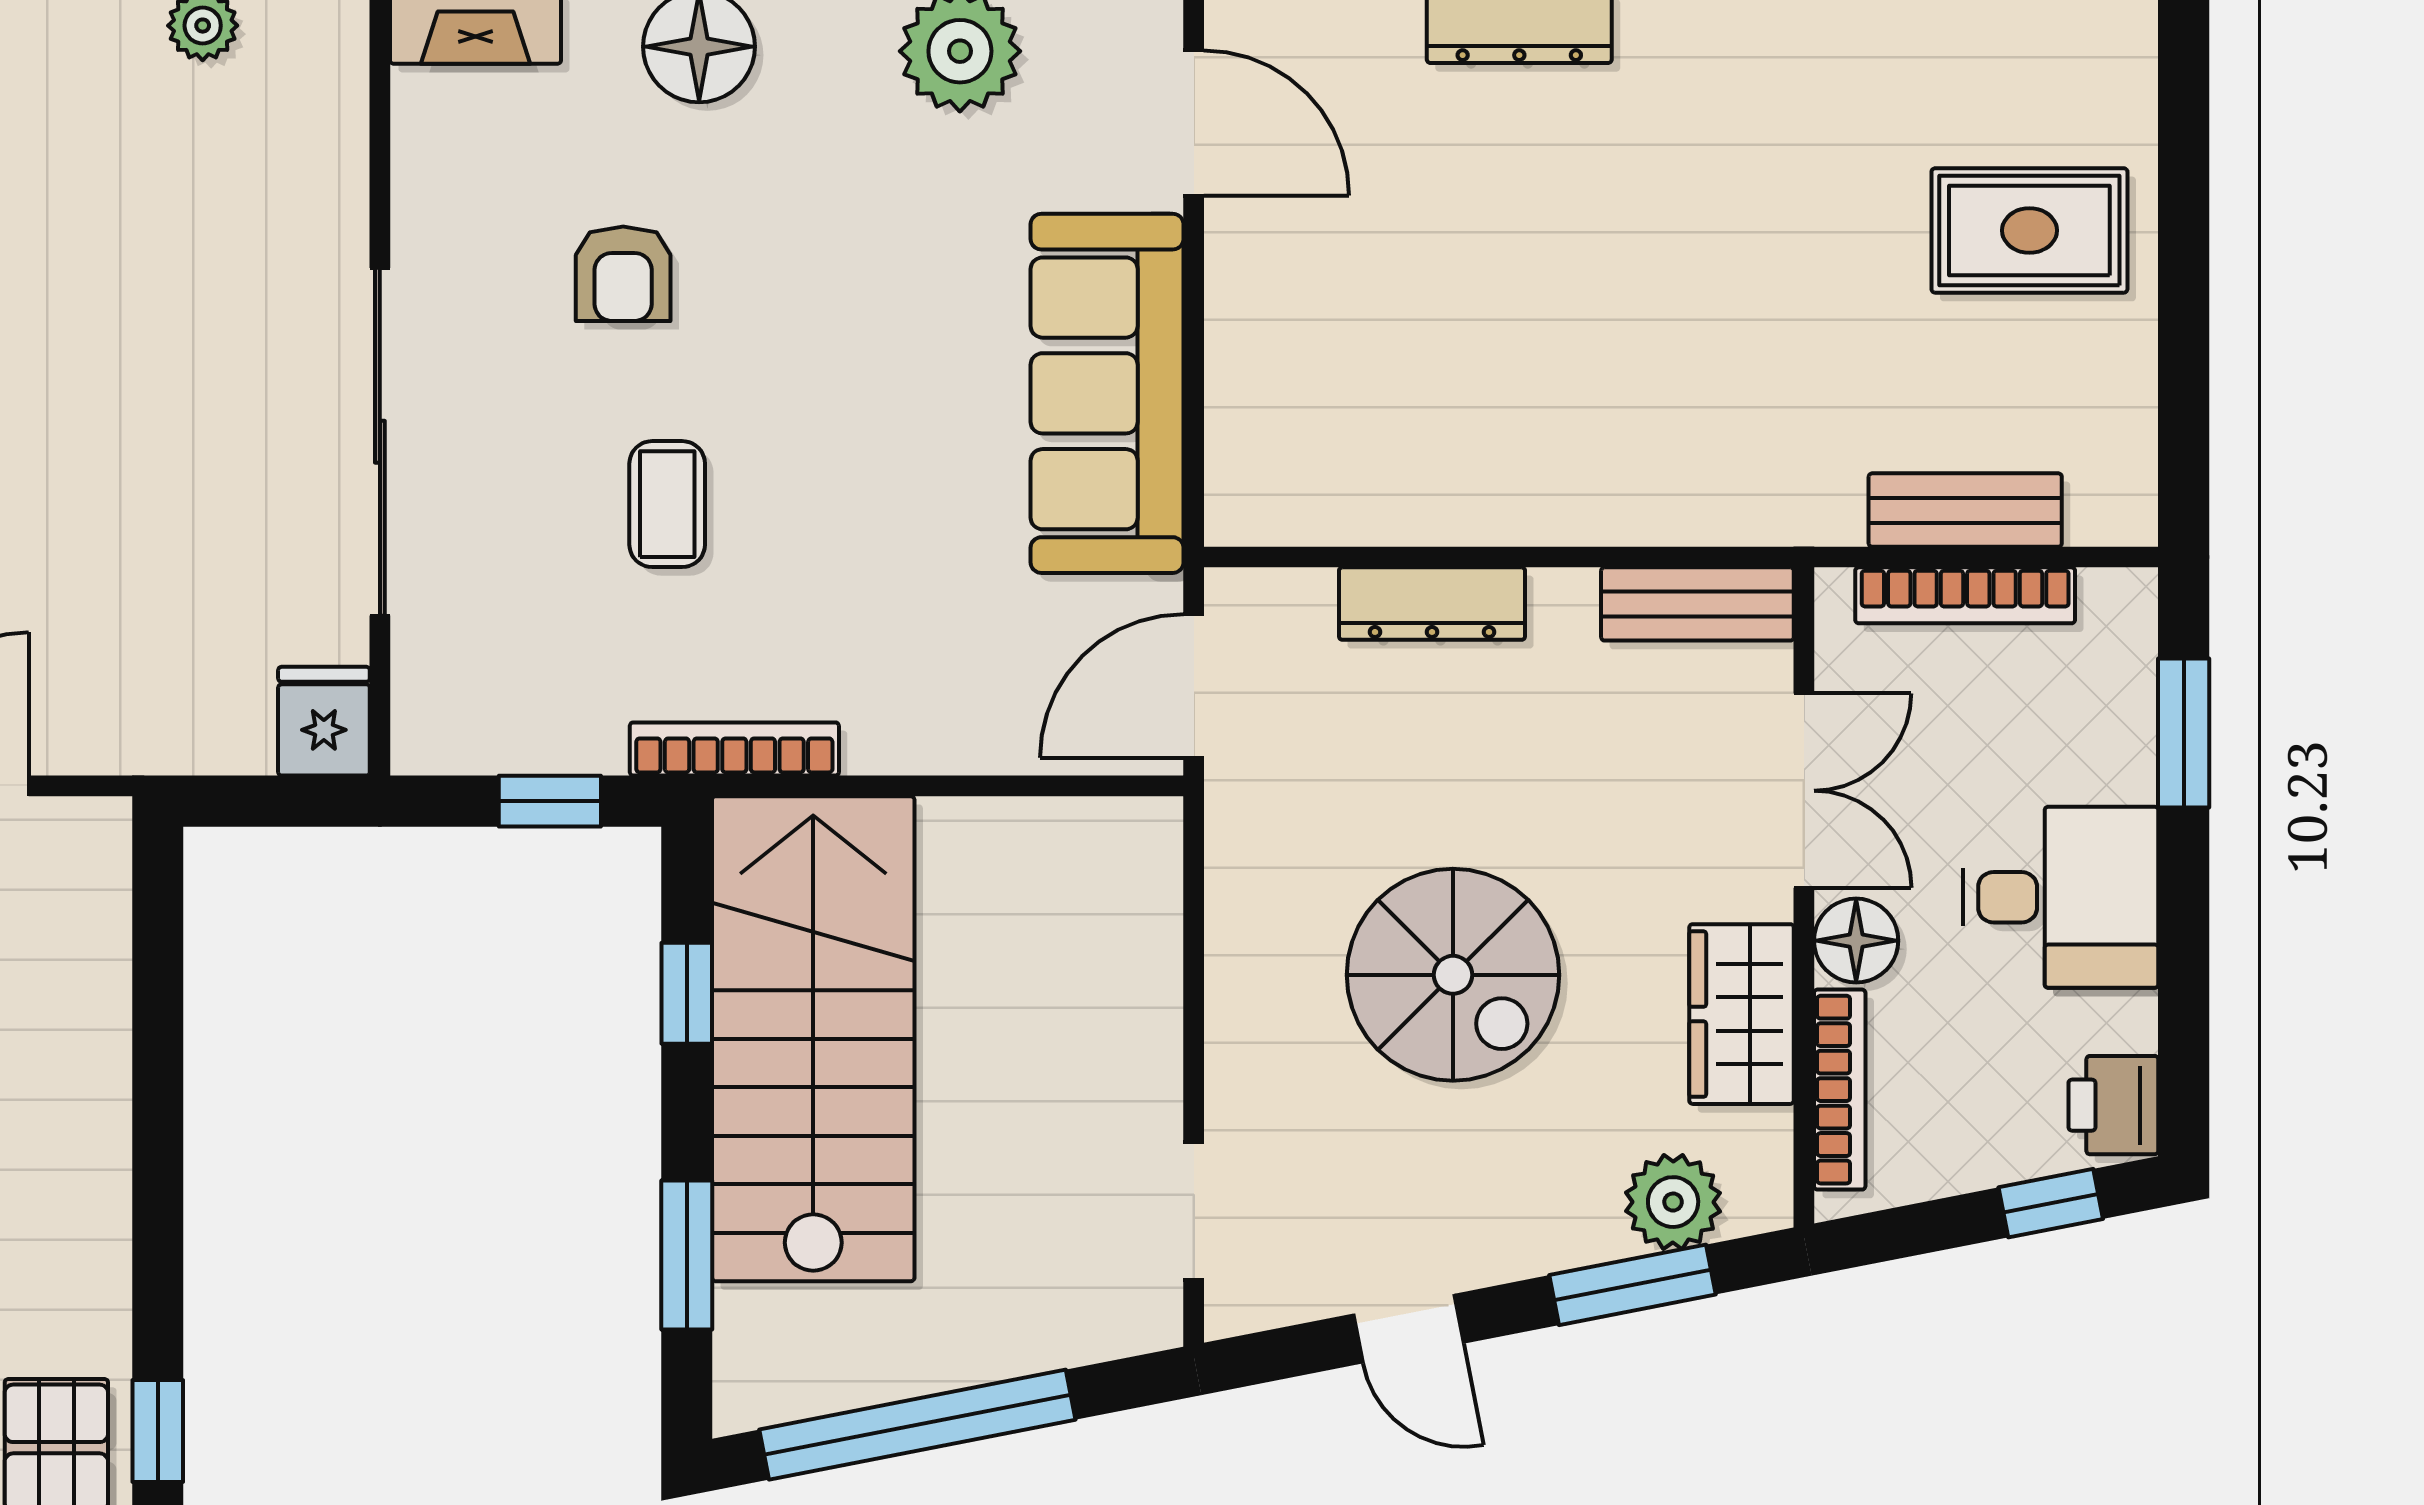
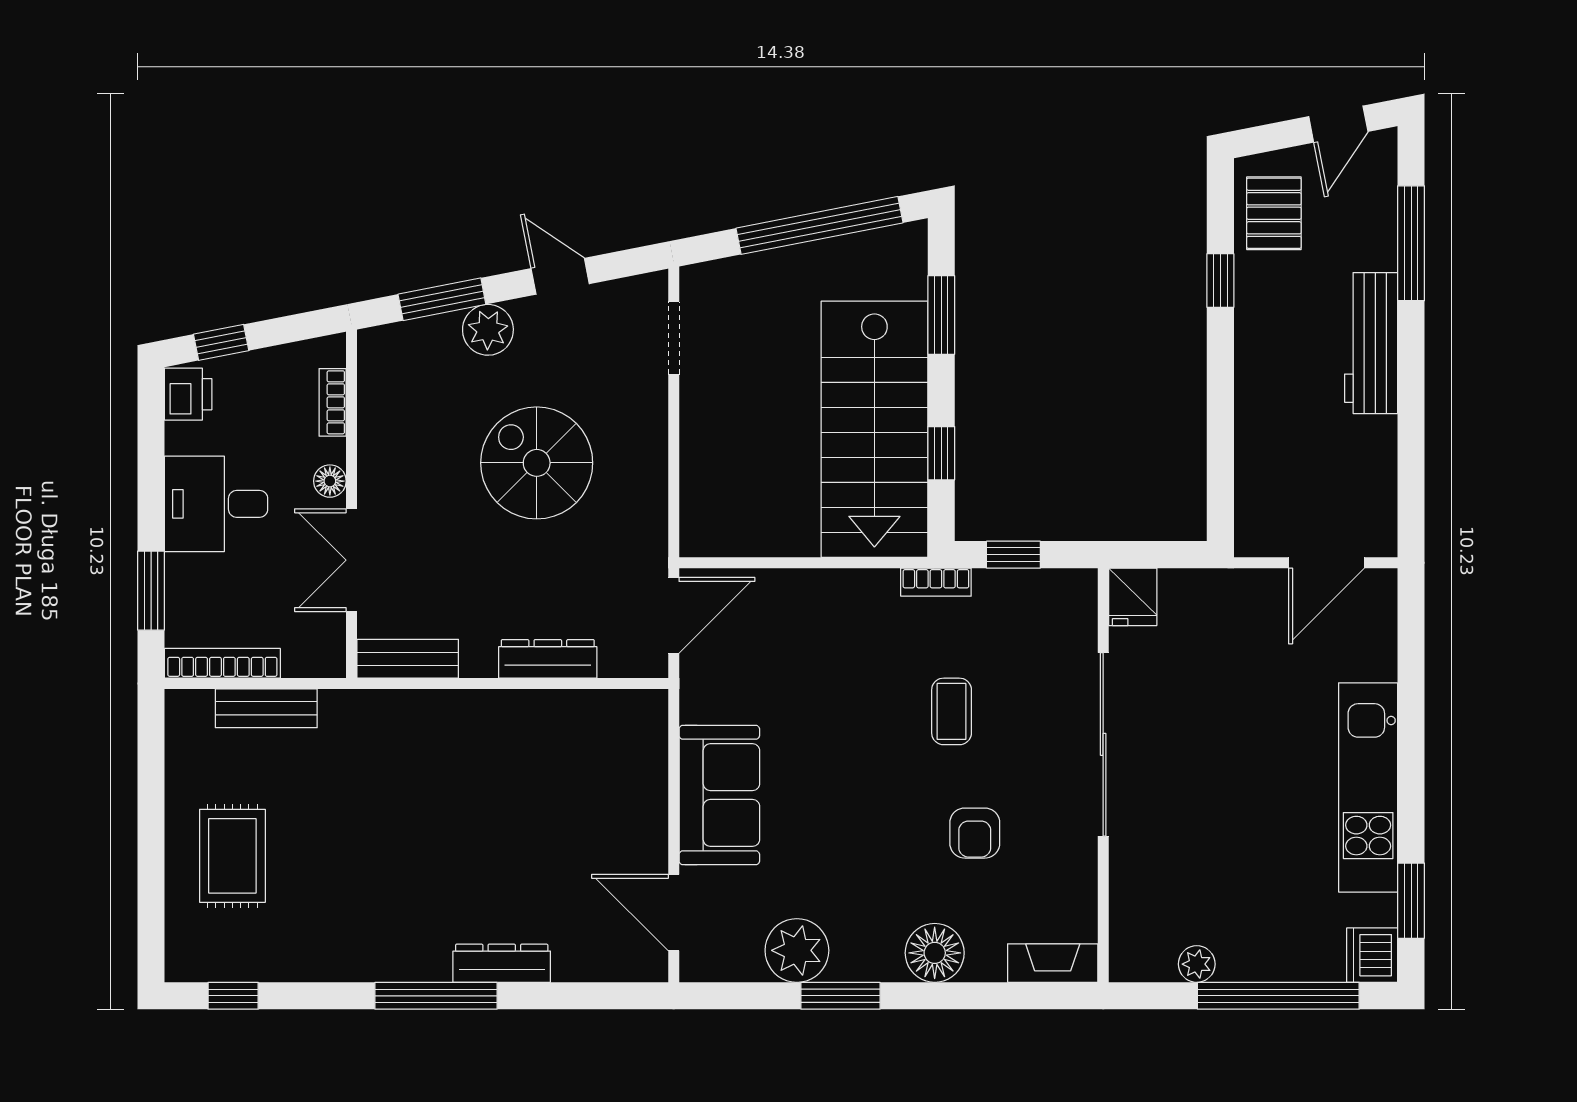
rug: (2029, 230) -> (232, 856), turned 90
armchair: (623, 274) -> (975, 833), turned 180
sofa: (1107, 393) -> (719, 795), width x0.73
bookcase: (1965, 595) -> (222, 663), moved
bookcase: (734, 749) -> (936, 582), width x0.64
floor lamp: (1856, 941) -> (330, 481), width x0.73, depth x0.73
wardrobe: (1742, 1014) -> (384, 442), removed
bookcase: (1840, 1090) -> (333, 402), width x0.64
plant: (1673, 1202) -> (488, 330), moved
window: (158, 1431) -> (1220, 281), moved

